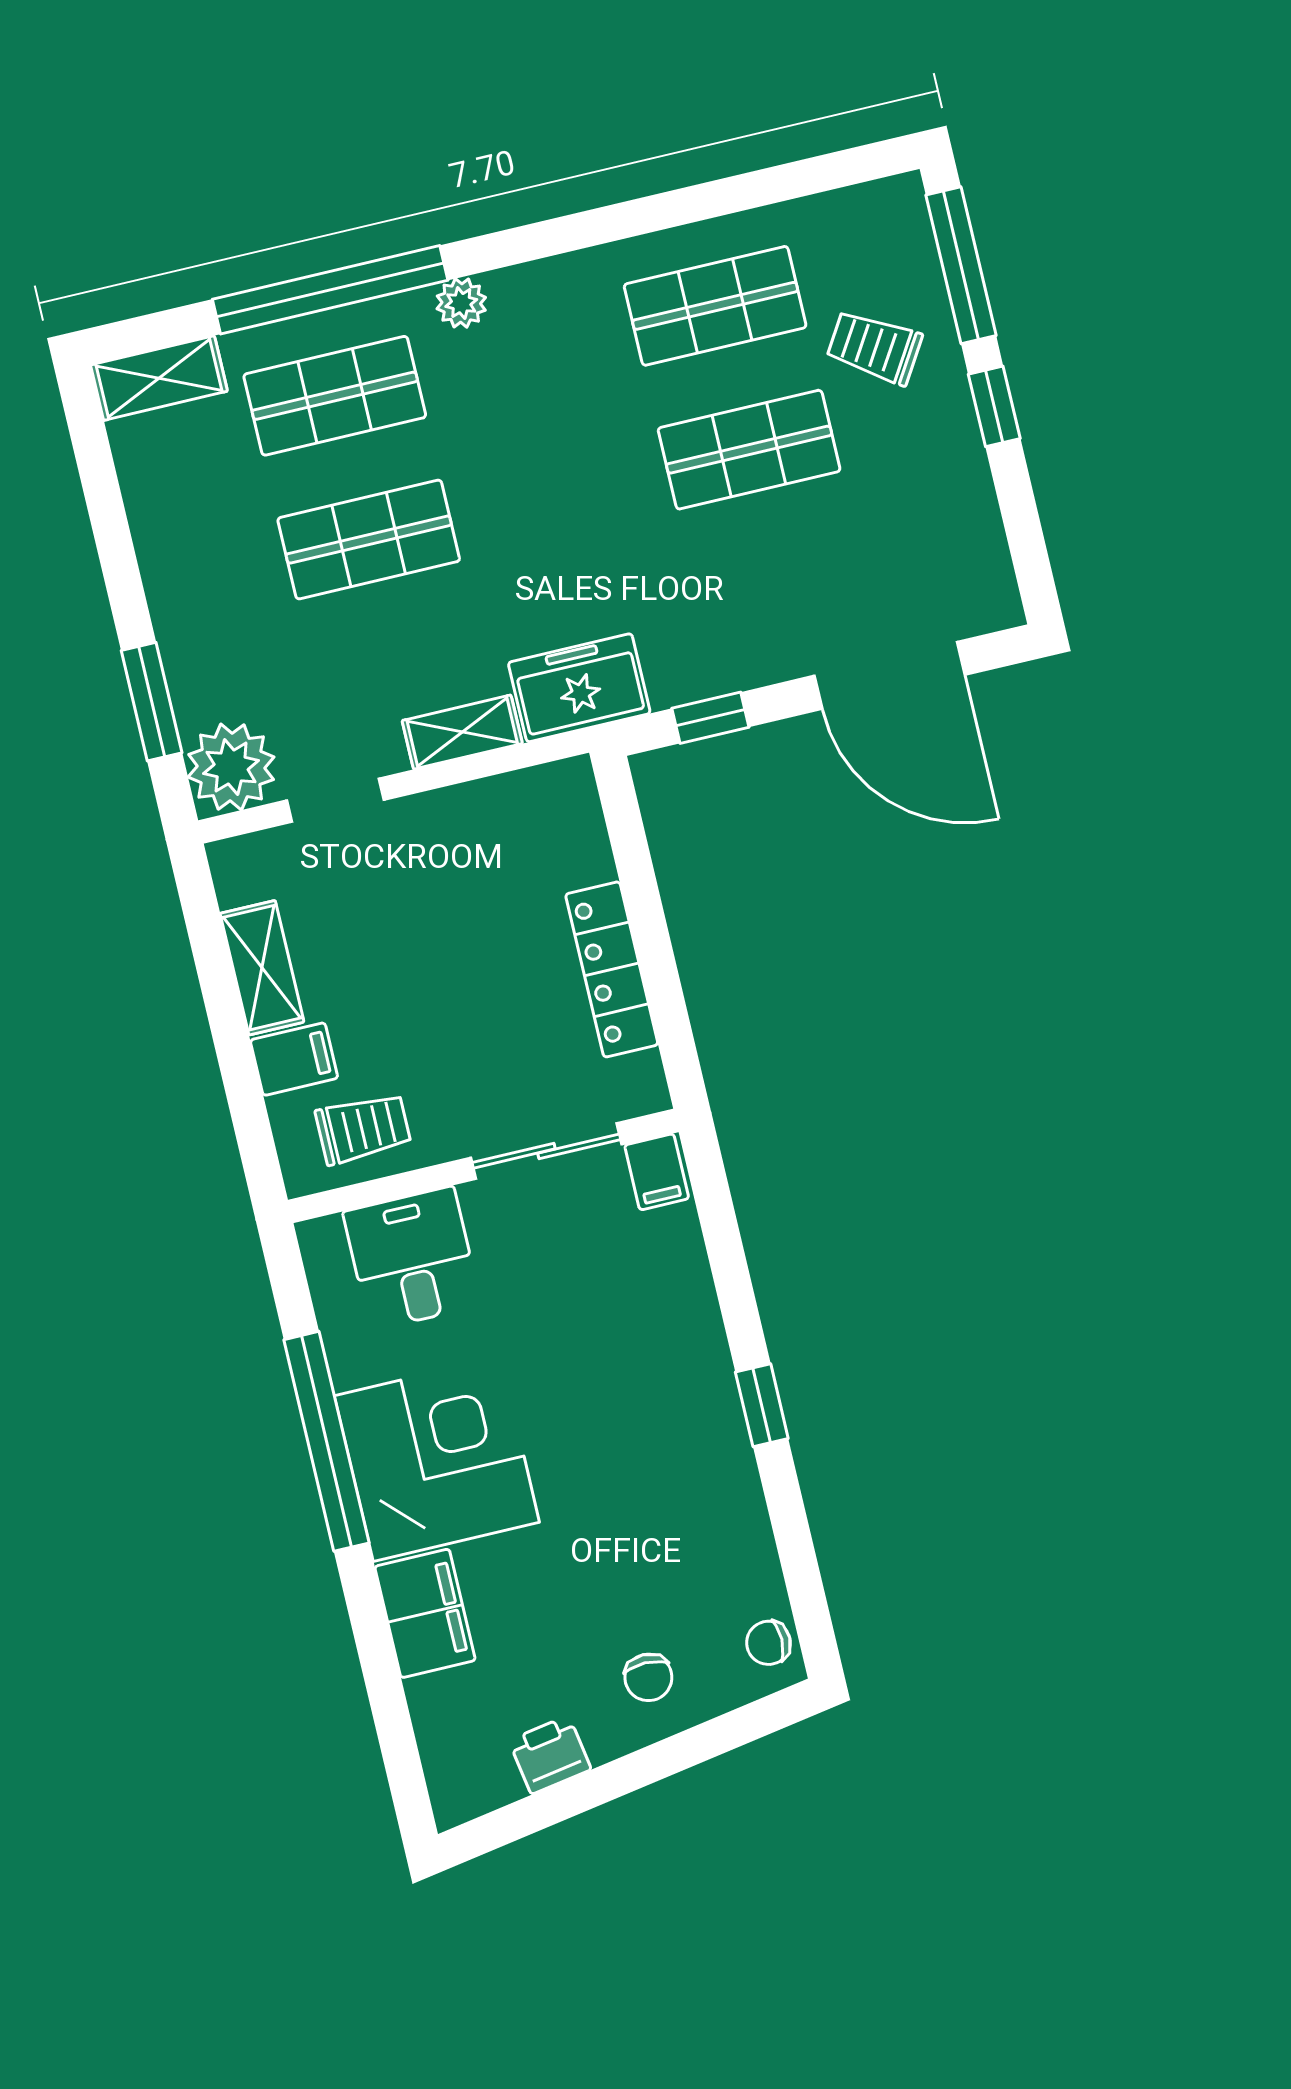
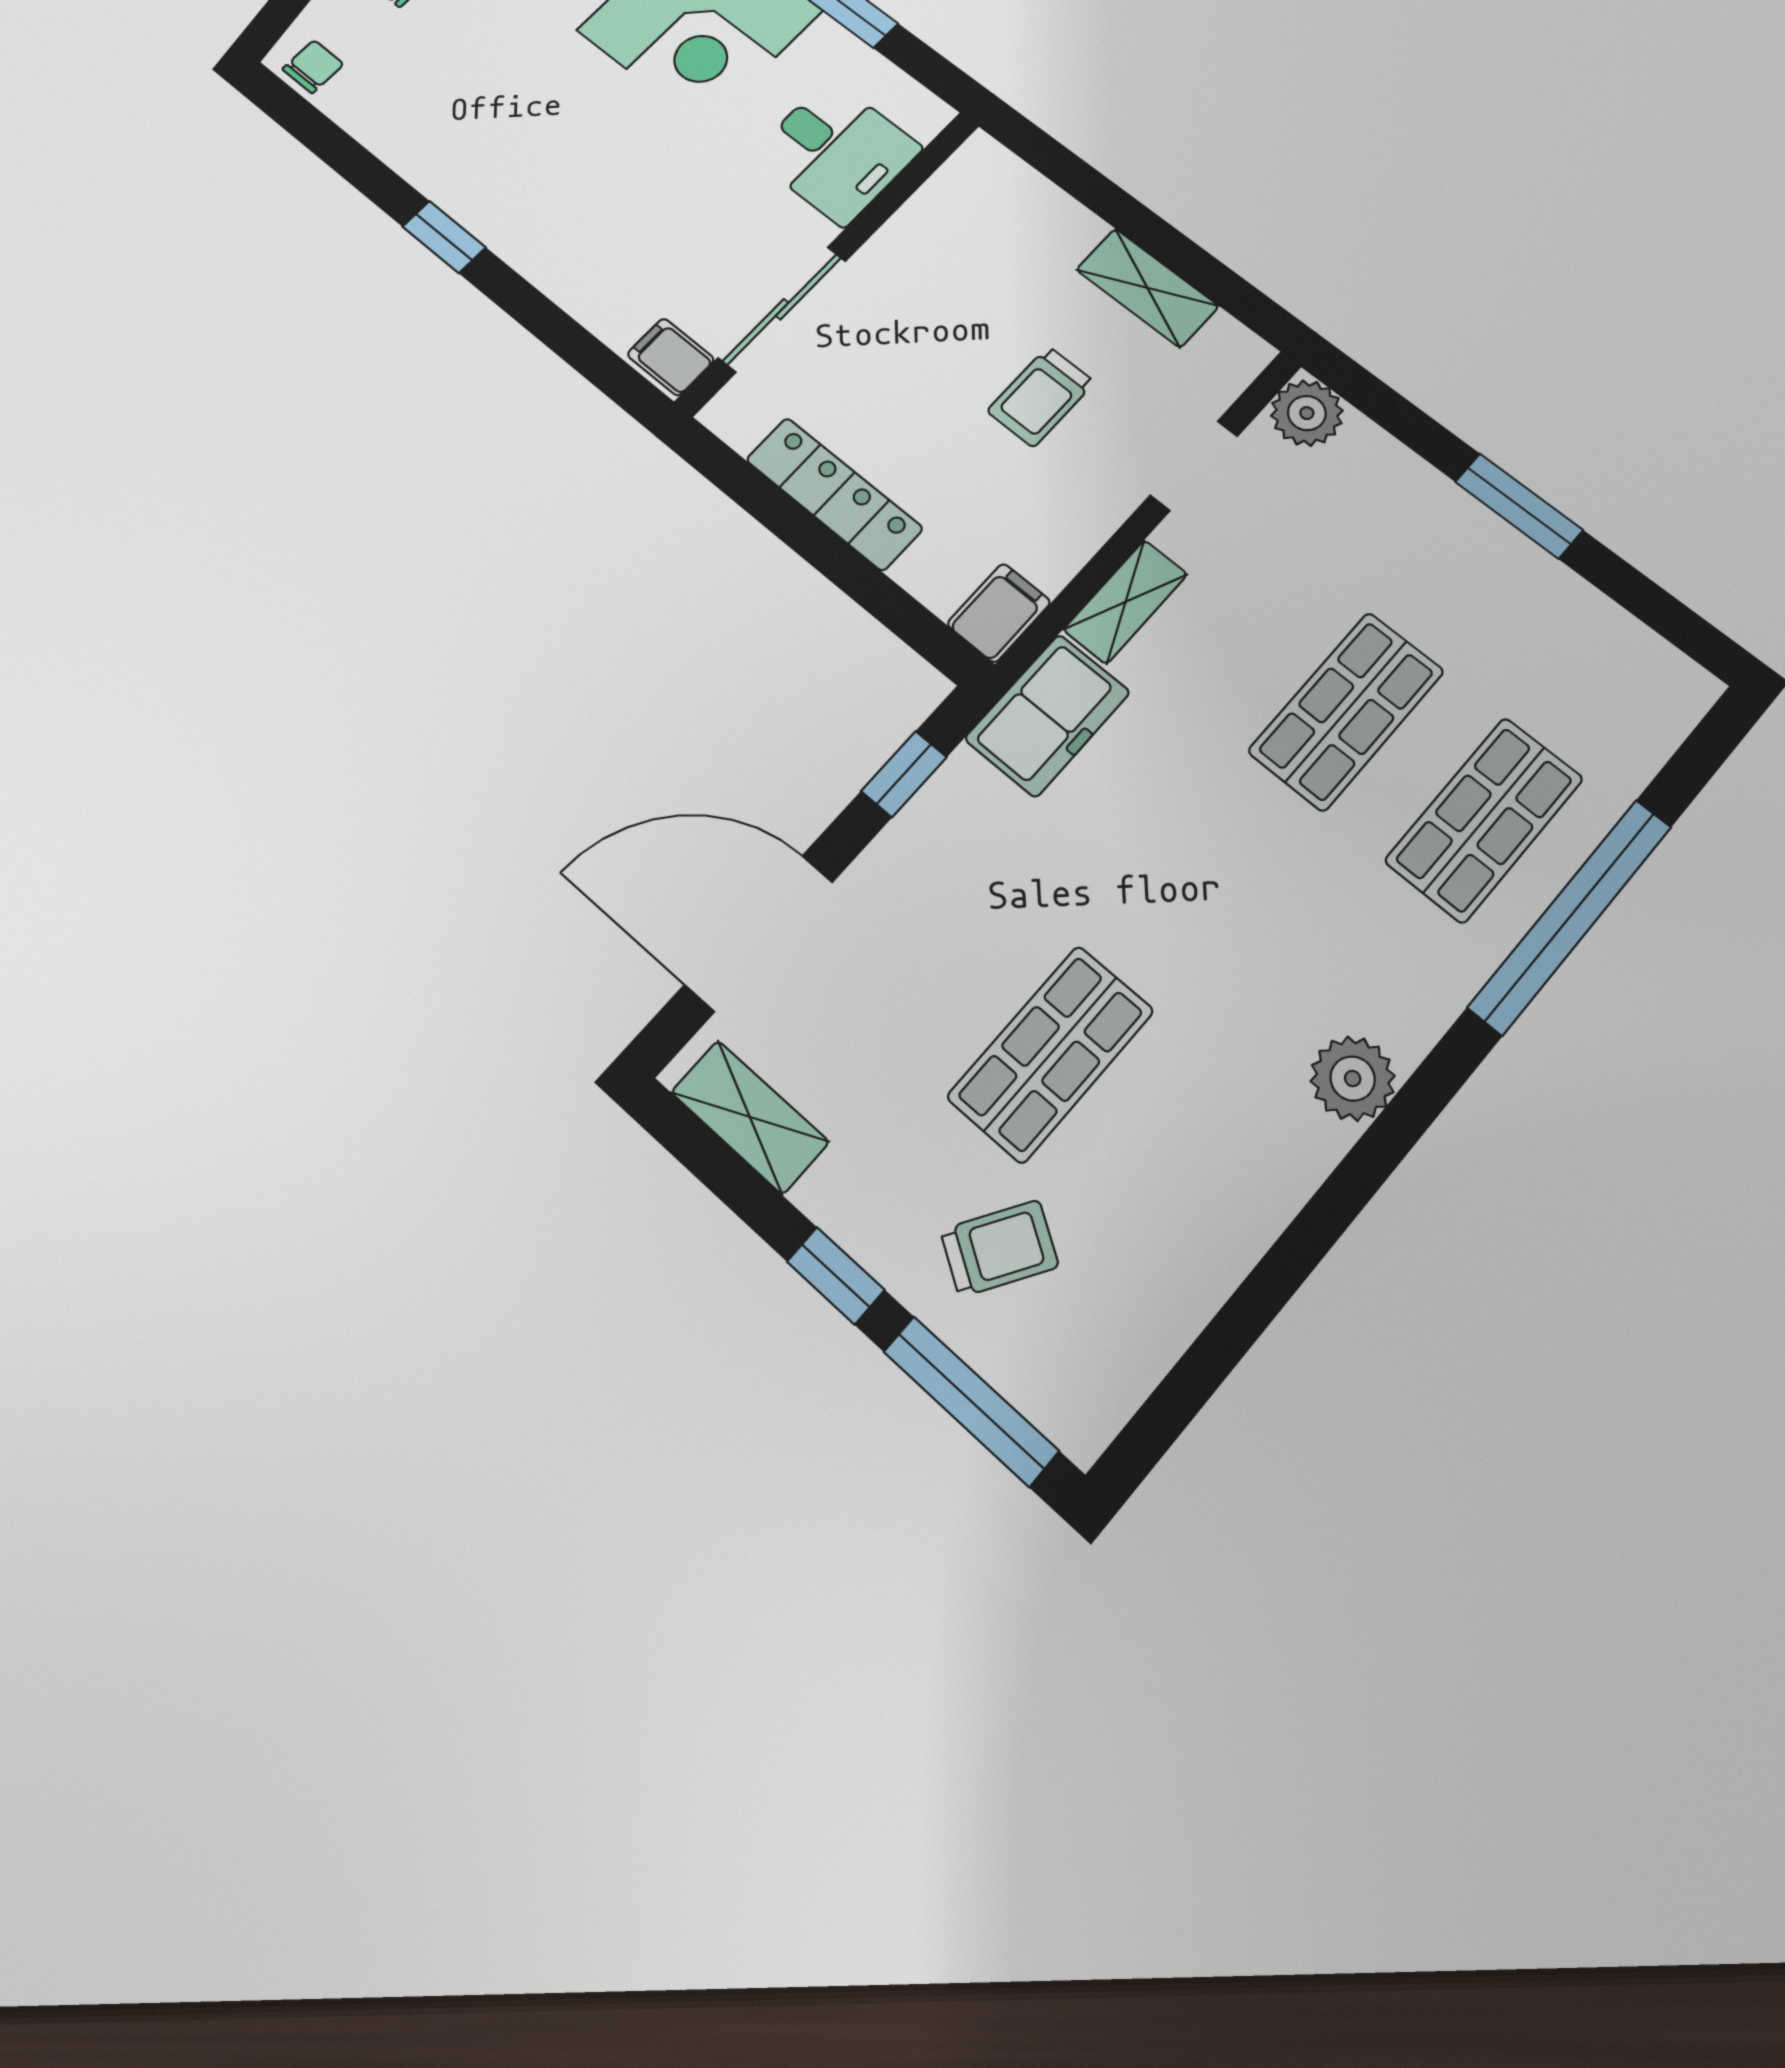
plant: (461, 303) -> (1353, 1079), moved, width x1.38, depth x1.38
shop shelf: (715, 306) -> (1189, 1174), removed
shelving: (159, 378) -> (750, 1117), moved, turned 90
window: (152, 702) -> (1519, 506), moved
plant: (231, 767) -> (1307, 413), width x0.73, depth x0.73
filing cabinet: (294, 1059) -> (999, 613), moved, turned 180
trolley: (363, 1128) -> (1041, 397), moved

